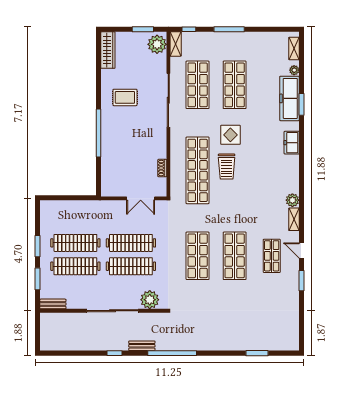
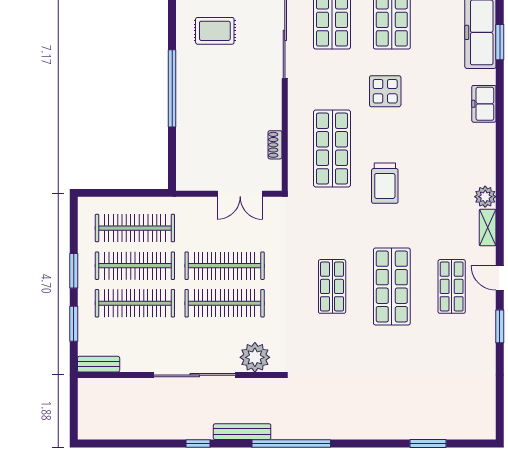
trolley: (227, 167) -> (385, 183), moved
shop shelf: (198, 170) -> (332, 149), width x0.71
clothes rail: (75, 220) -> (135, 228), added
shop shelf: (198, 256) -> (332, 286), width x0.70, depth x0.74
bench: (142, 346) -> (242, 432), width x1.36

